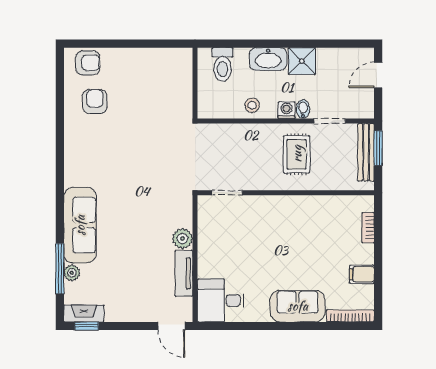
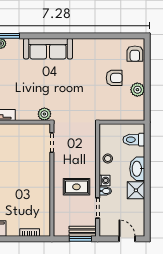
plant: (144, 59) -> (137, 90), added
armchair: (95, 101) -> (114, 78), moved
bench: (366, 152) -> (83, 231), width x0.73
sofa: (80, 225) -> (48, 49), moved
plant: (182, 239) -> (44, 114), moved

